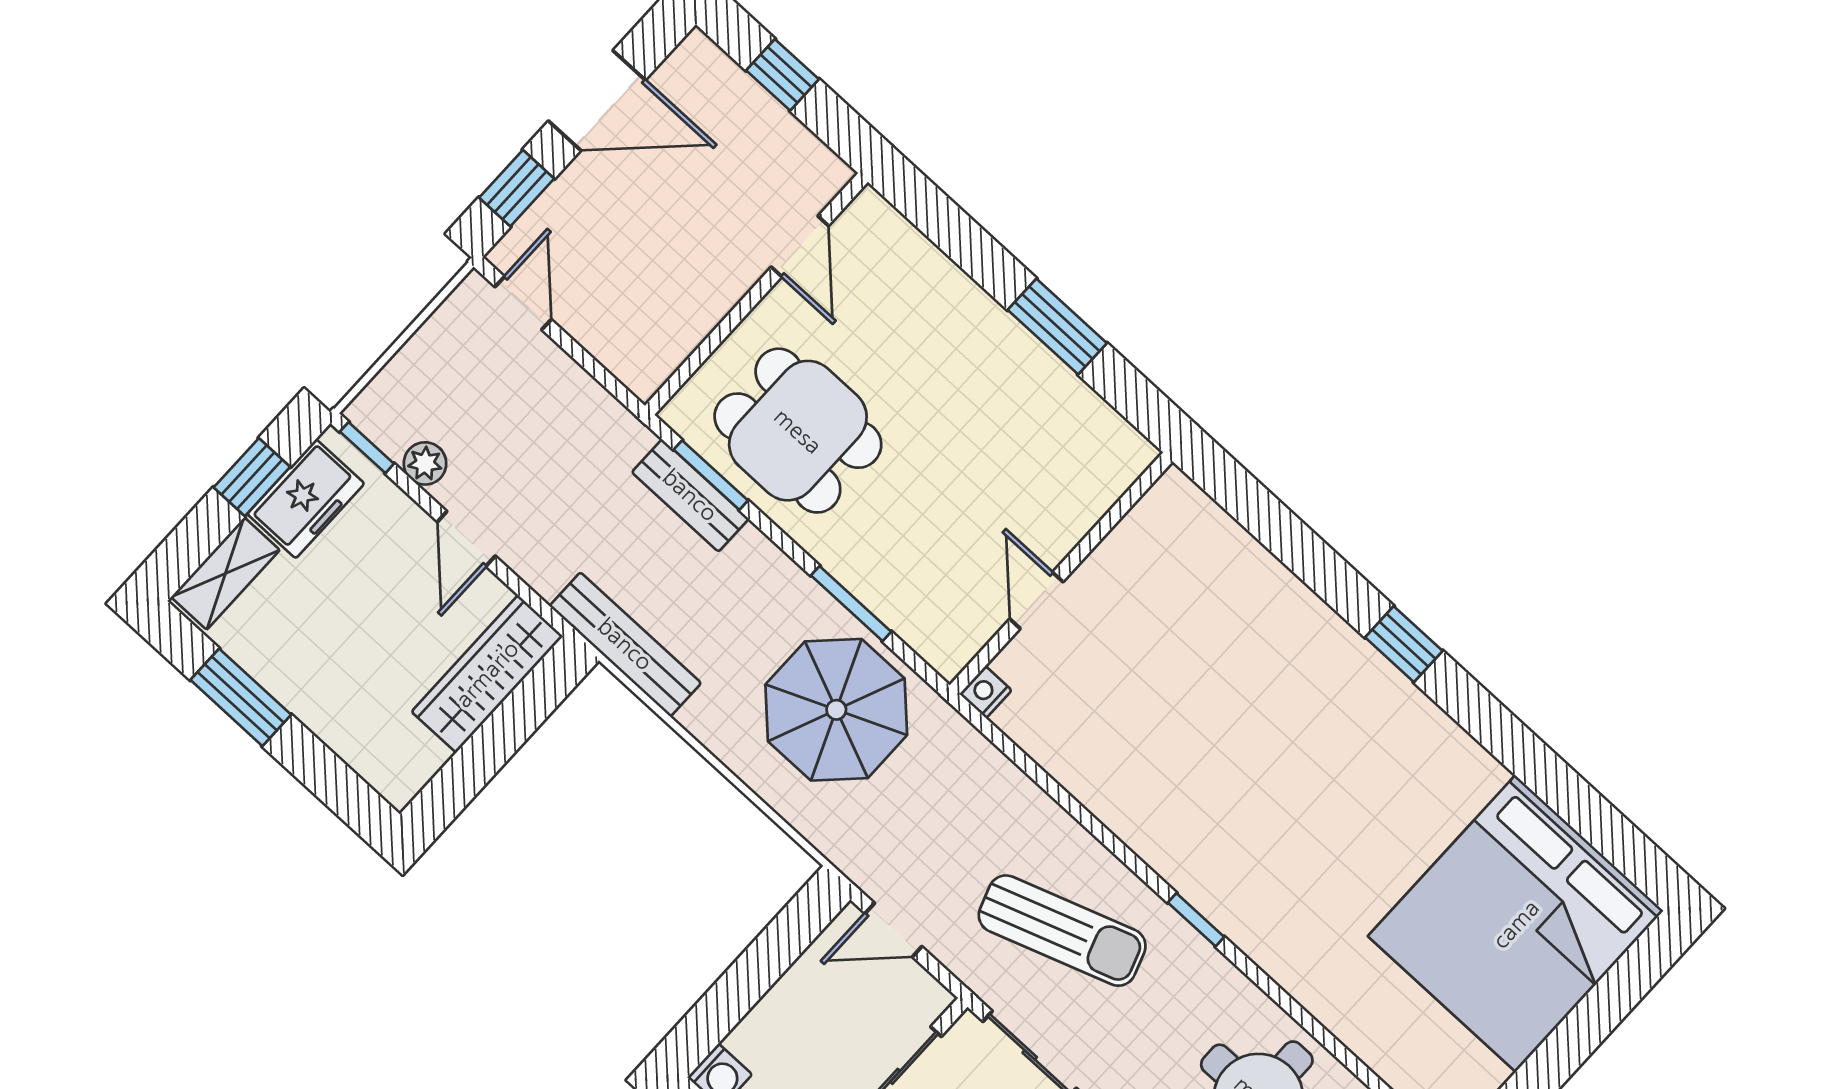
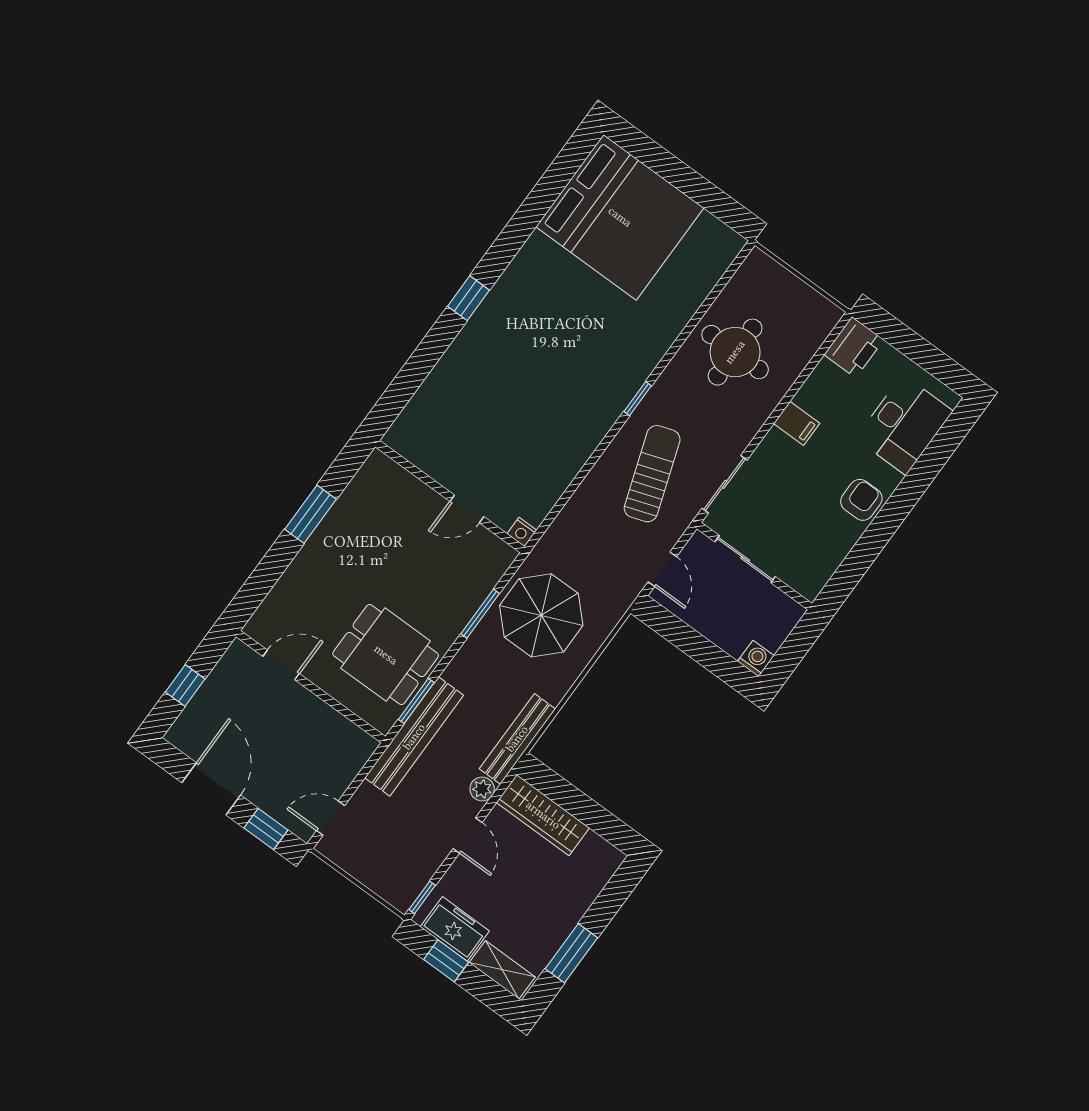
dining table: (798, 431) -> (386, 655), turned 90
plant: (425, 463) -> (482, 789), moved
bench: (690, 495) -> (414, 737), width x1.86, depth x1.21
door: (466, 539) -> (468, 835), hinge flipped

